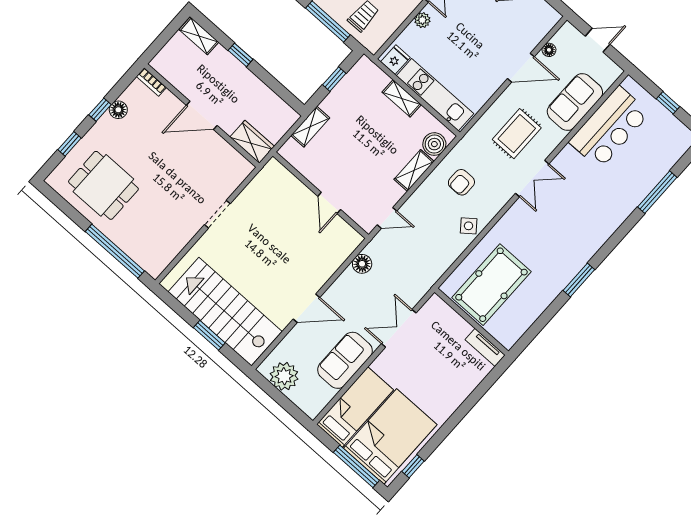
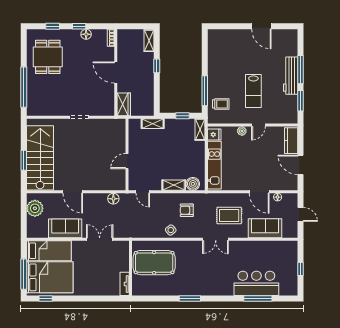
shelving: (402, 98) -> (200, 129), moved
bar counter: (609, 128) -> (256, 283), moved, turned 180

